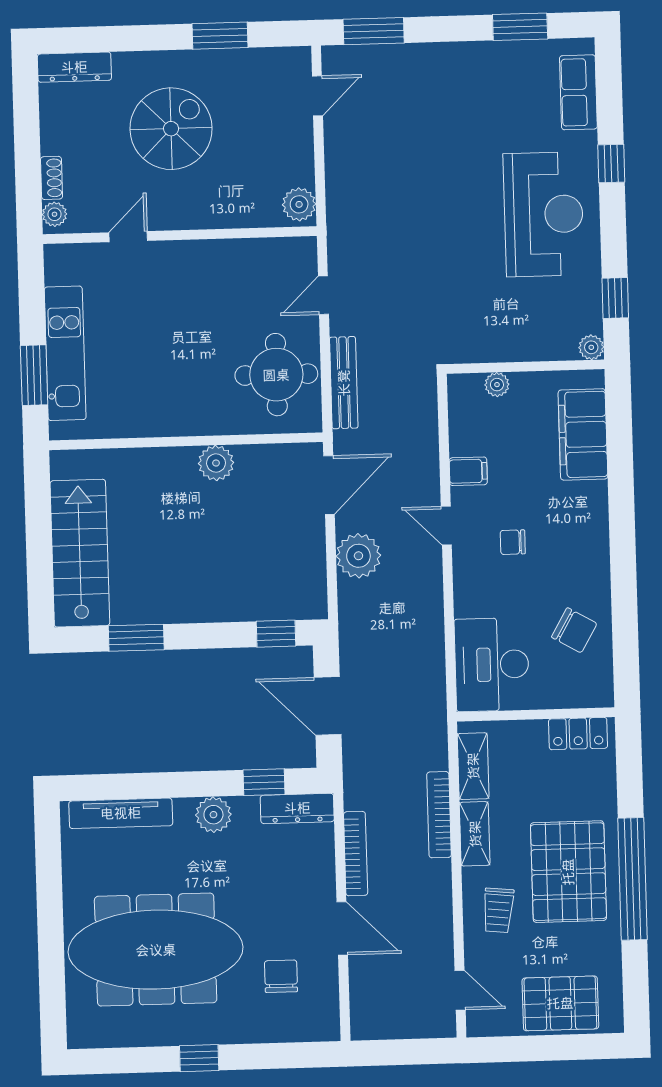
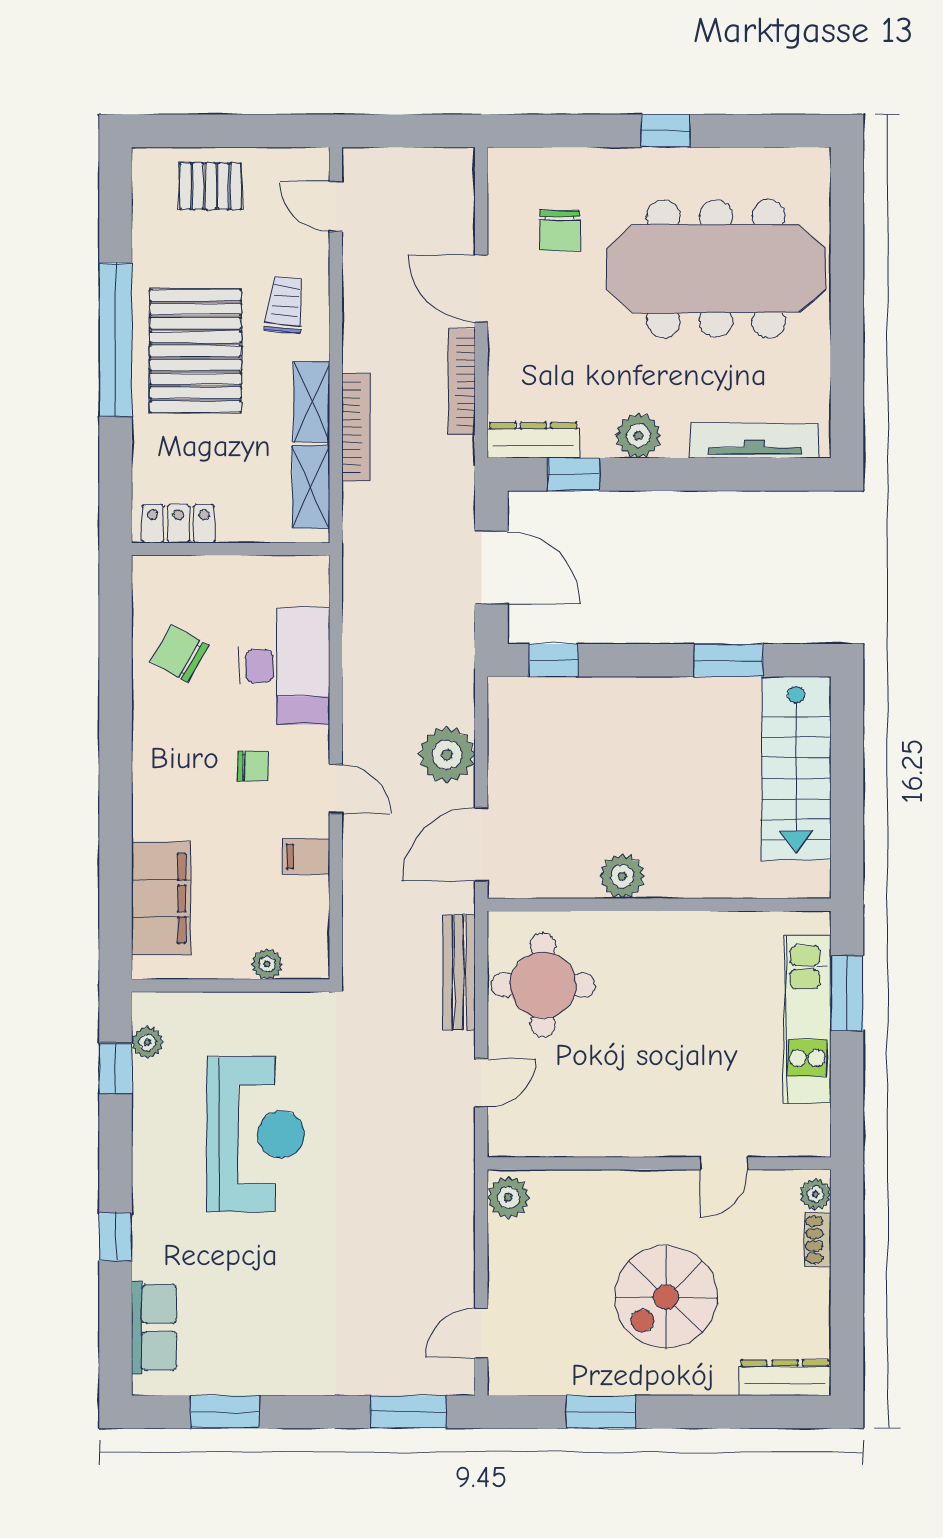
reception desk: (544, 214) -> (256, 1134), moved, turned 180
plant: (591, 347) -> (147, 1042), moved
desk: (492, 665) -> (284, 666), moved
pallet: (560, 1003) -> (211, 186), width x0.67, depth x0.71

